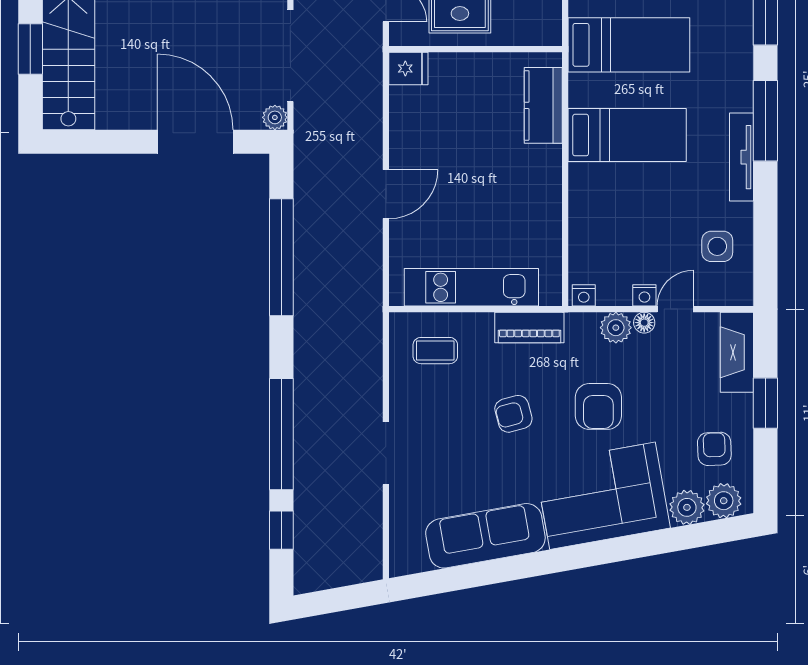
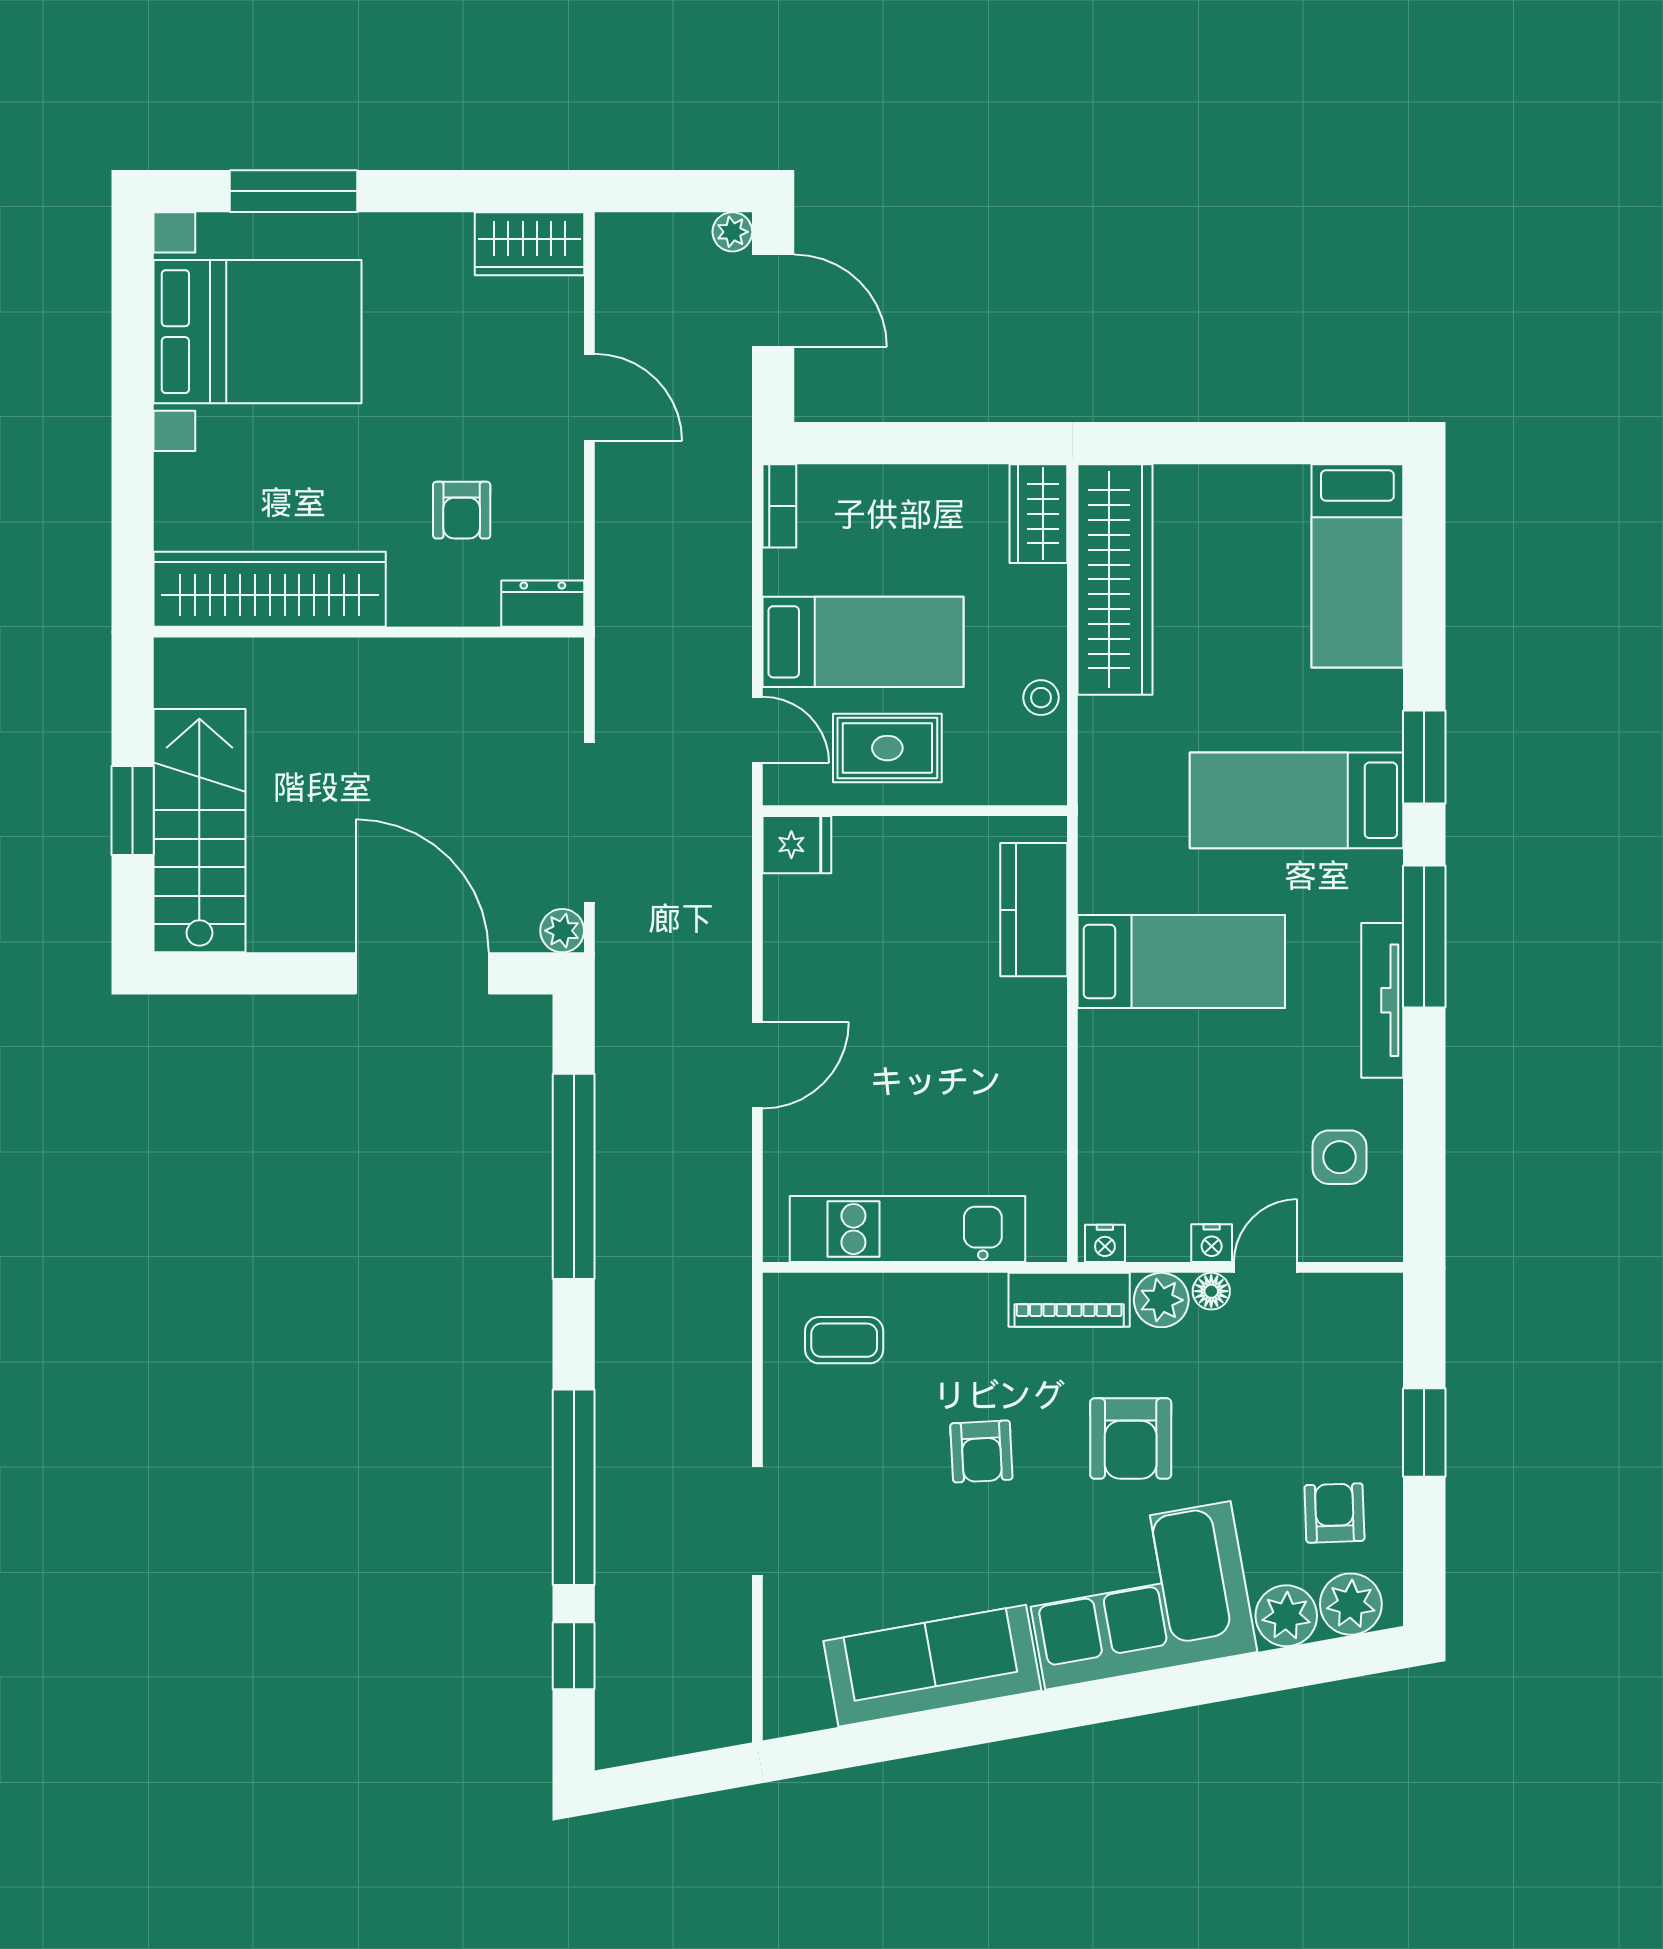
bed: (629, 45) -> (1297, 800), moved, turned 180
piano: (529, 328) -> (1069, 1300), moved
fireplace: (737, 352) -> (1374, 1343), removed
armchair: (513, 414) -> (981, 1451), turned -78

